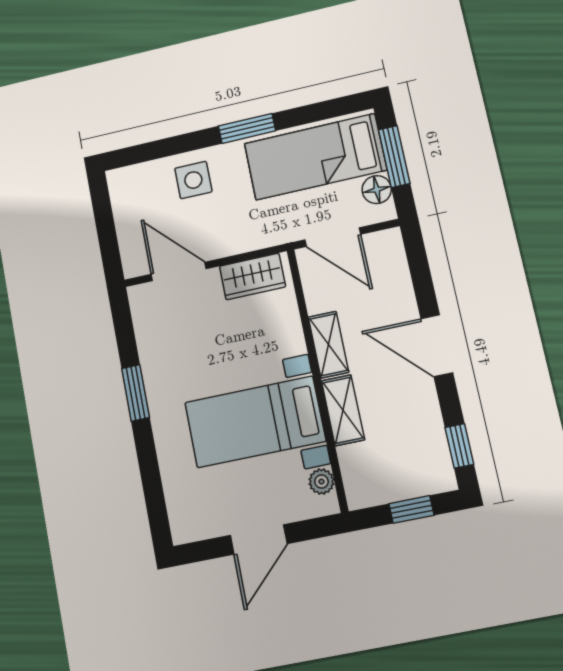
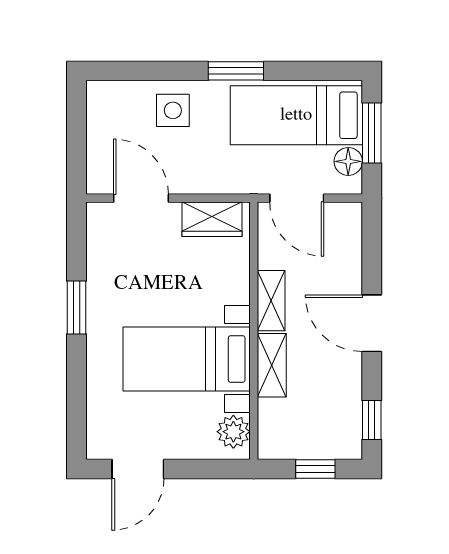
plant: (321, 482) -> (233, 432), width x1.38, depth x1.38
door: (259, 540) -> (138, 469), moved

